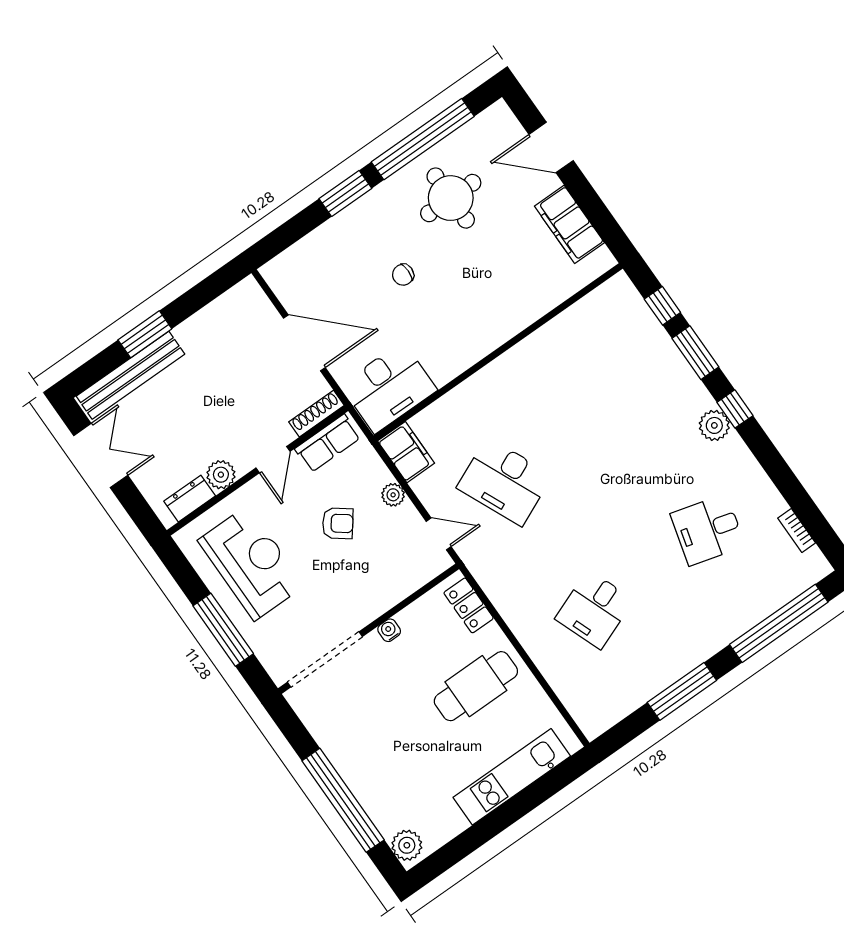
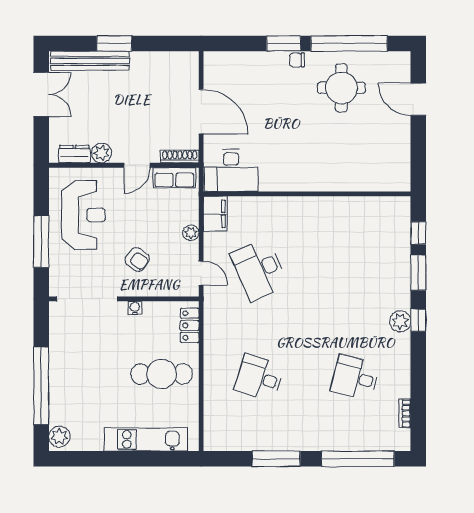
filing cabinet: (569, 224) -> (398, 150), removed
chair: (403, 275) -> (297, 60), moved
armchair: (338, 523) -> (137, 260), moved
desk: (594, 609) -> (259, 378), turned 39

